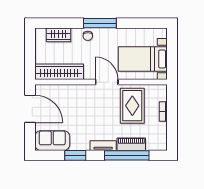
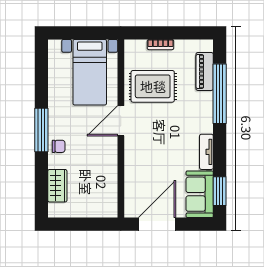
wardrobe: (59, 72) -> (107, 185), removed
piano: (131, 144) -> (205, 71), moved
tv unit: (103, 146) -> (206, 152), moved
window: (75, 155) -> (220, 191), moved

